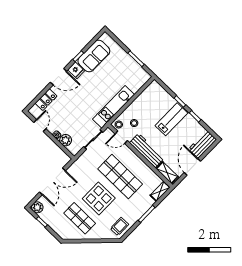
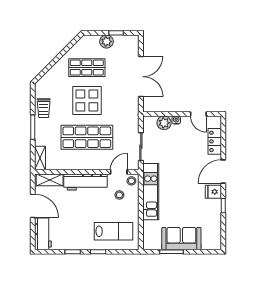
sofa: (94, 56) -> (181, 239), moved, turned 90
lab bench: (171, 119) -> (114, 231), moved, turned -90
double door: (52, 181) -> (141, 77), swing flipped
plant: (37, 207) -> (106, 42), moved
trolley: (119, 227) -> (44, 108), moved

